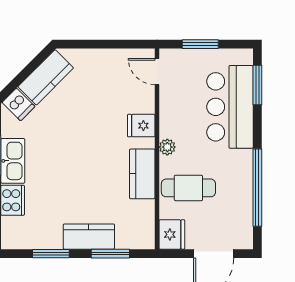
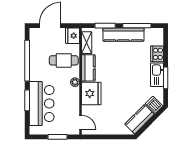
window: (257, 85) -> (27, 100), moved
fridge: (141, 126) -> (91, 94), width x1.88, depth x1.34
shelving: (145, 221) -> (87, 43), added
kitchen counter: (89, 237) -> (123, 35), width x1.50
window: (51, 254) -> (137, 26), width x1.44

